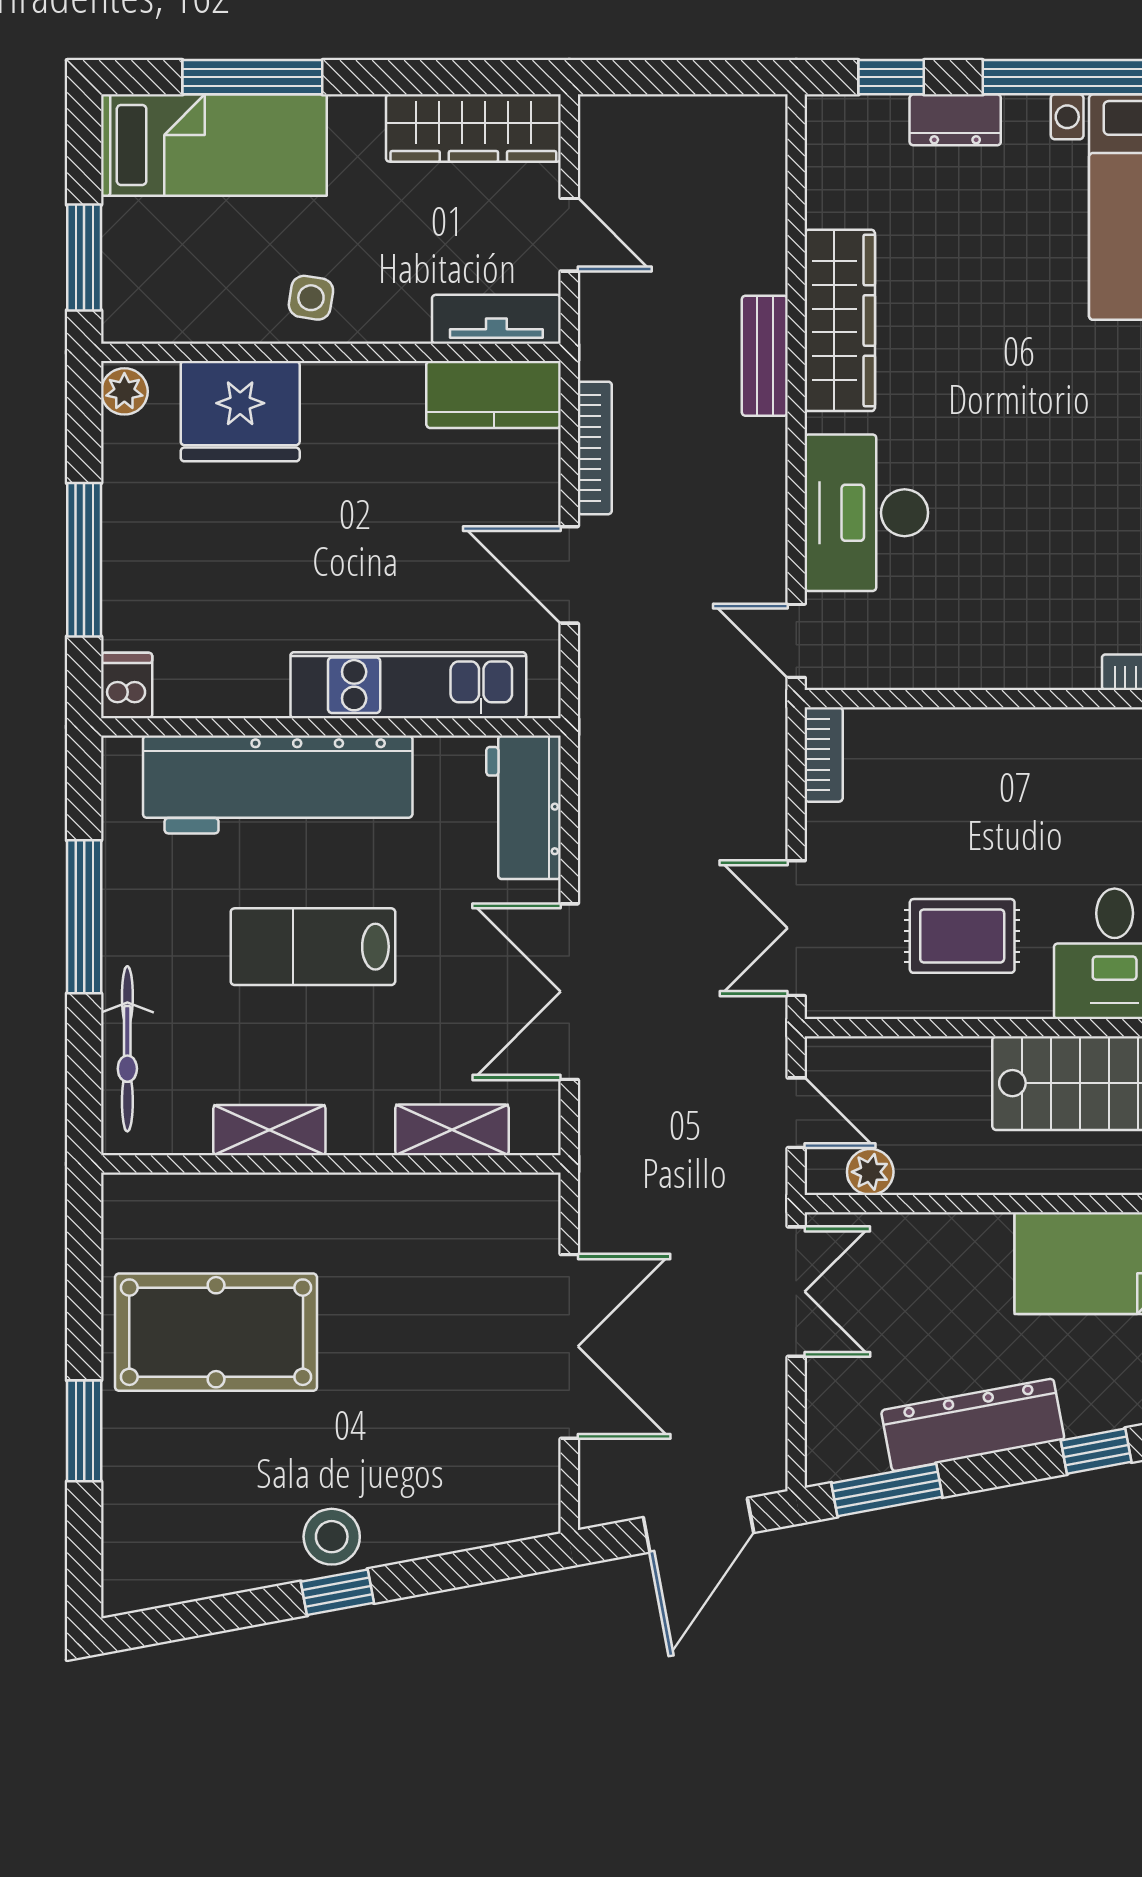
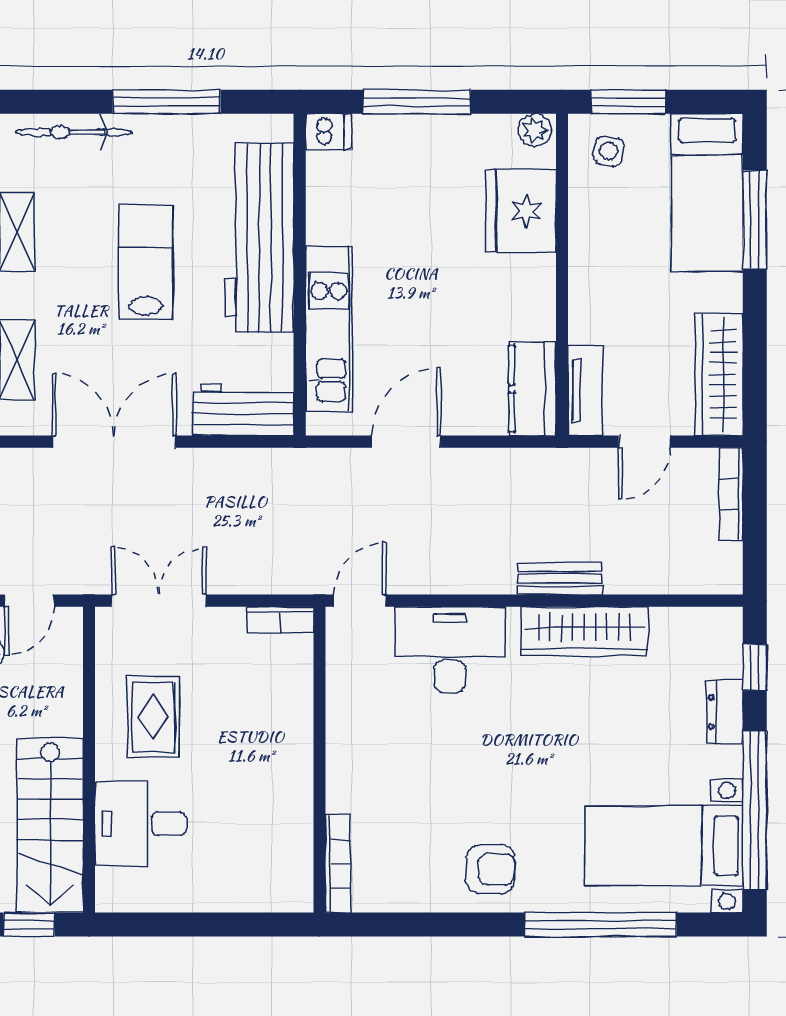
side table: (311, 298) -> (609, 151), moved
bookcase: (595, 448) -> (731, 494), moved, turned 90

